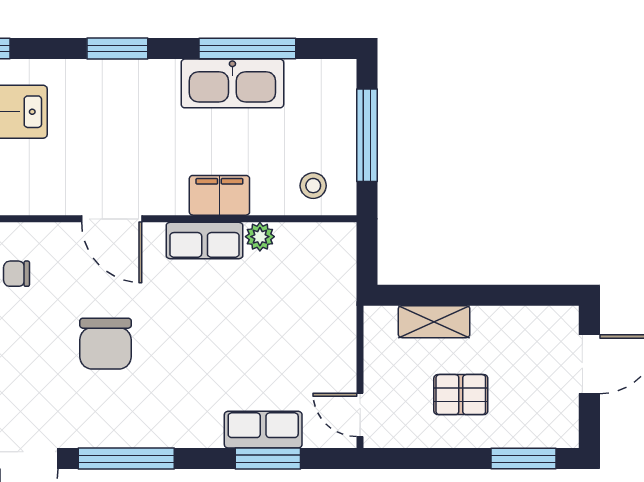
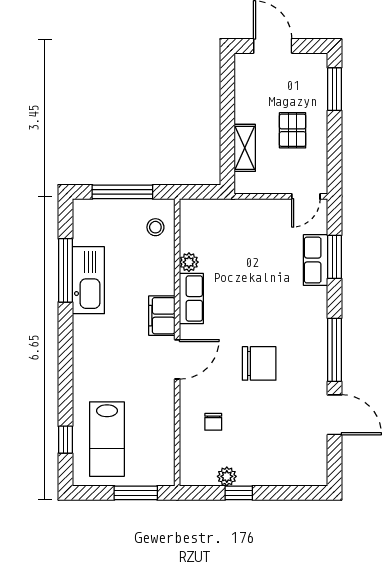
window: (117, 49) -> (65, 356), removed
filing cabinet: (219, 195) -> (162, 316), moved

